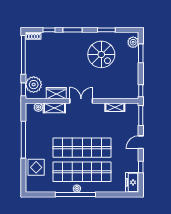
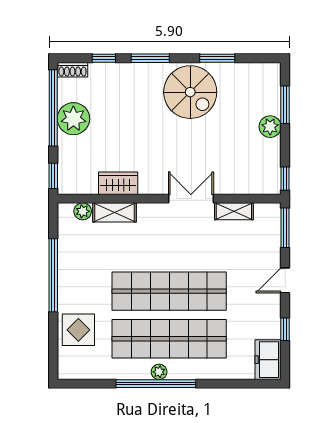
plant: (133, 42) -> (270, 127), moved
spiral stairs: (101, 54) -> (190, 92), moved
plant: (34, 85) -> (73, 119), moved
double door: (81, 101) -> (191, 199), moved

